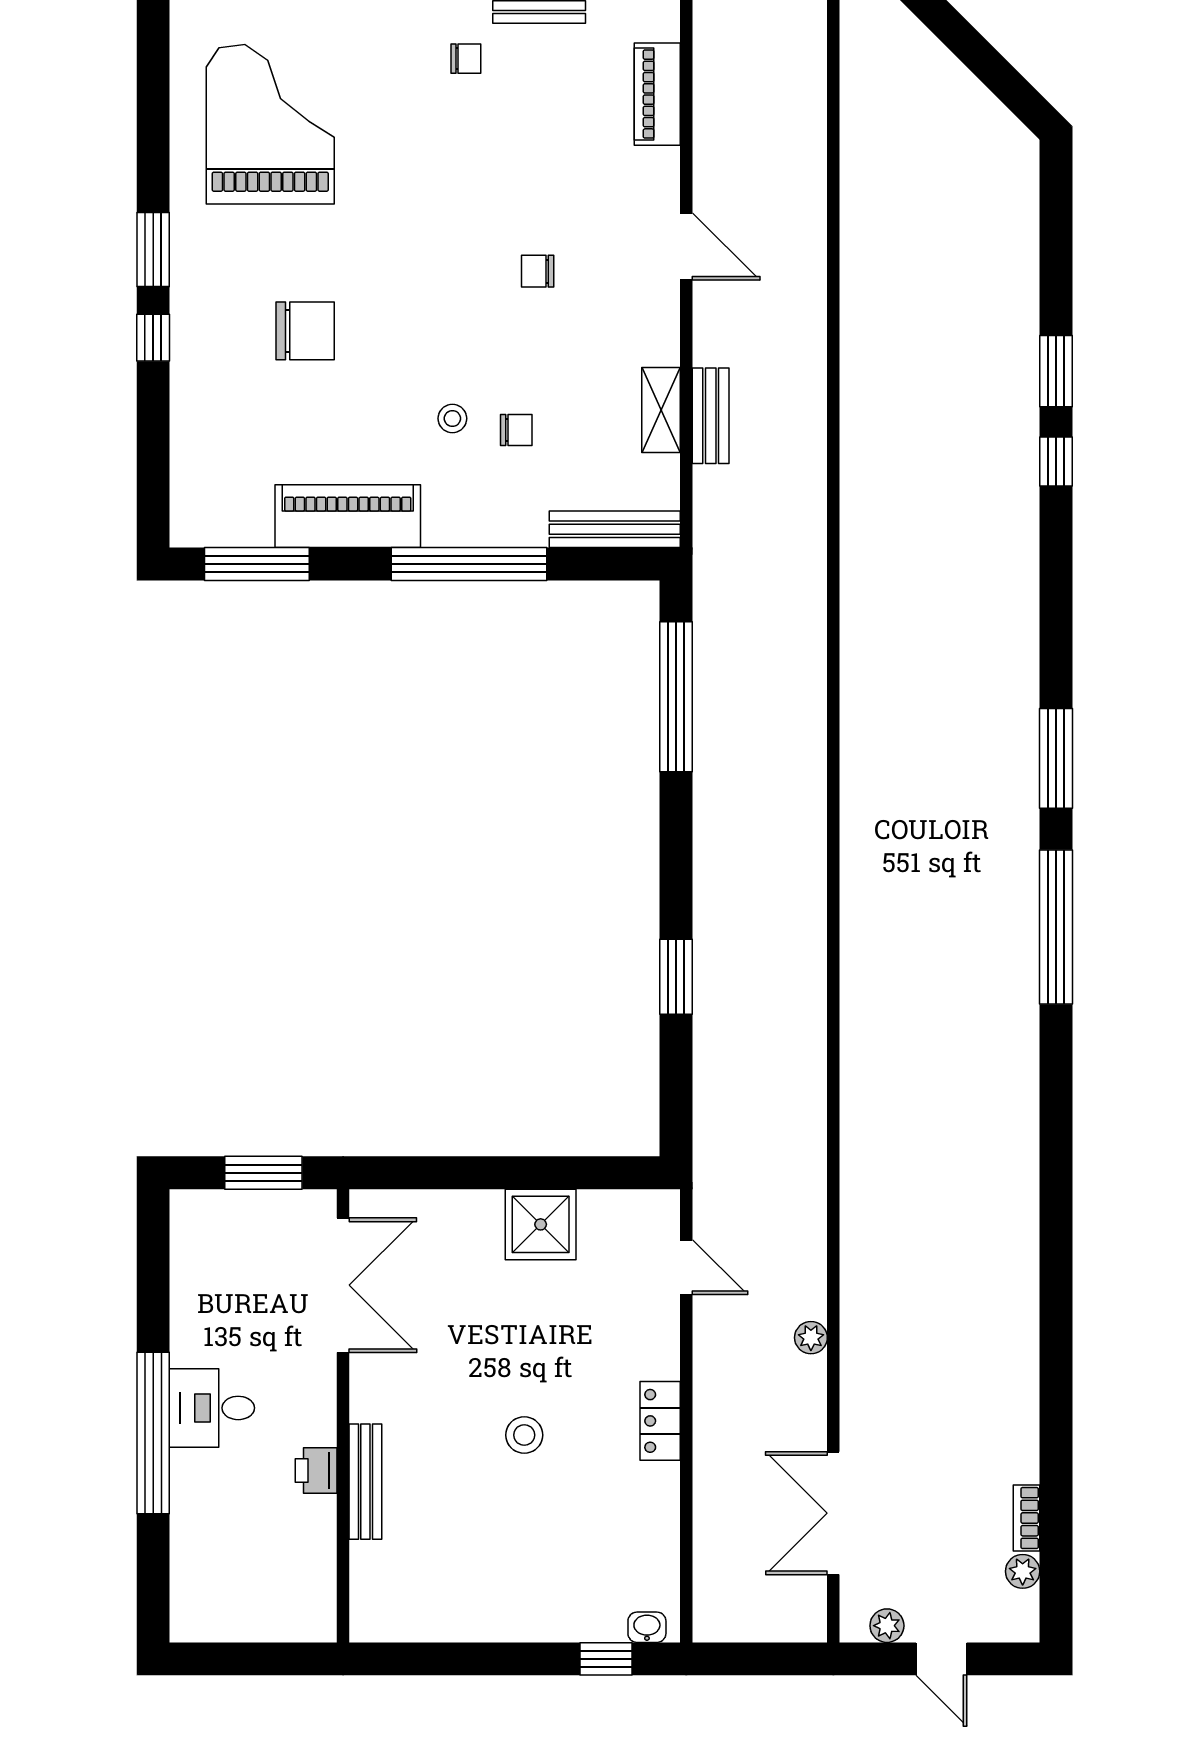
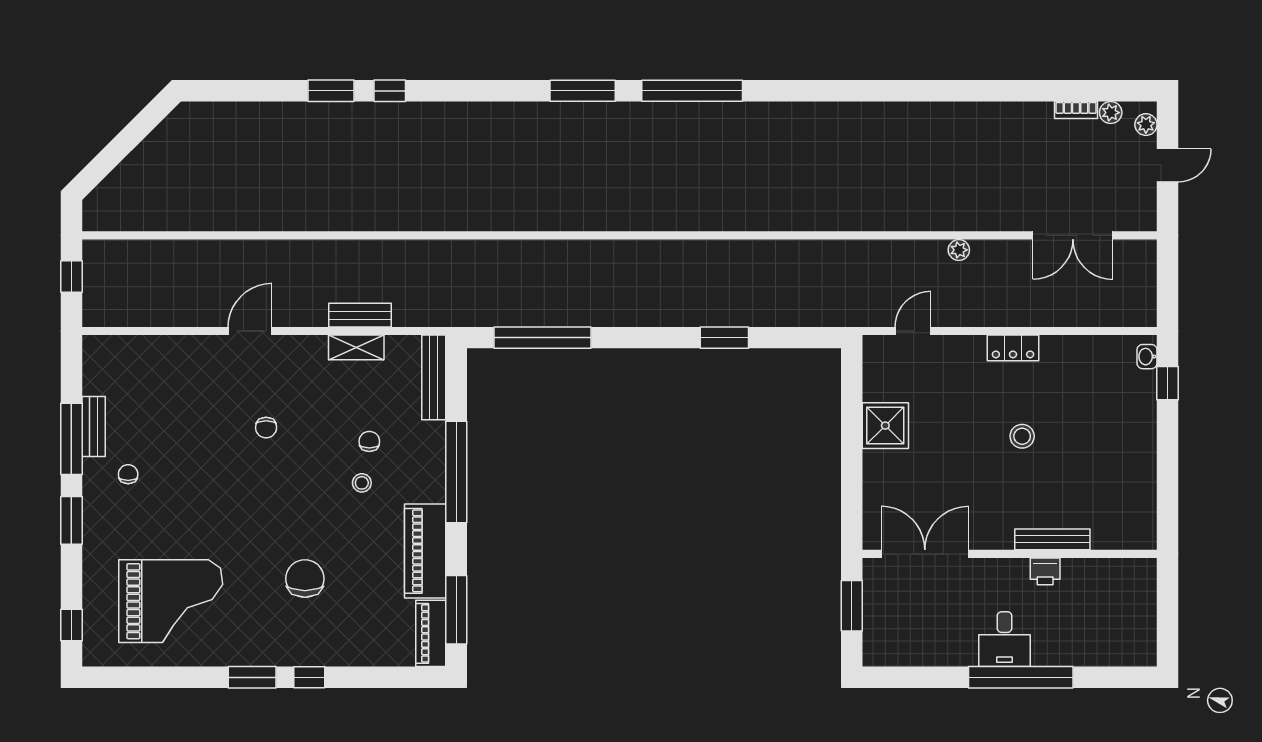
piano: (657, 94) -> (431, 633), moved, turned 90
grand piano: (270, 124) -> (171, 601), turned 180
plant: (887, 1626) -> (1146, 125), moved

